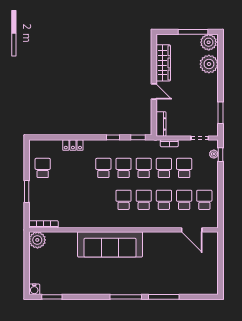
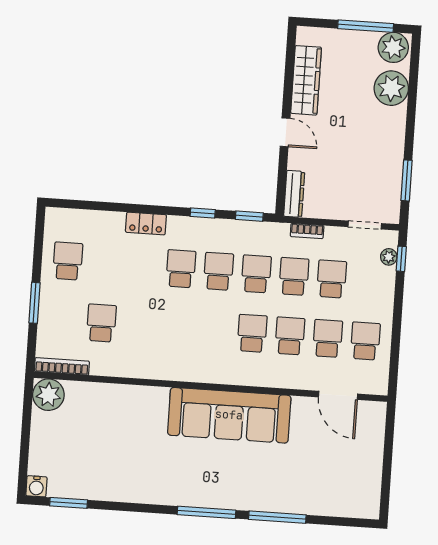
locker: (73, 145) -> (146, 223), moved
school desk: (124, 200) -> (101, 323), moved
sofa: (110, 244) -> (229, 415), moved

